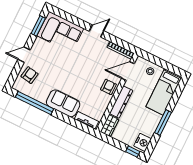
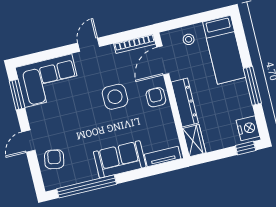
side table: (88, 69) -> (115, 97), added

